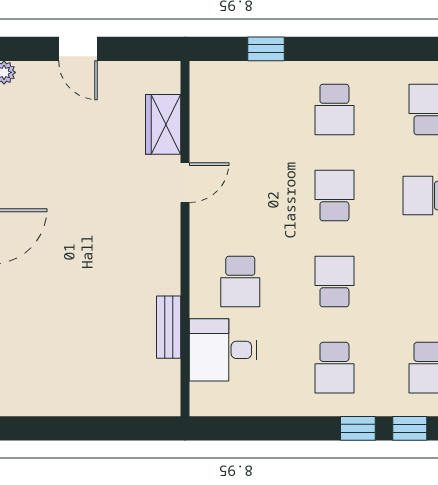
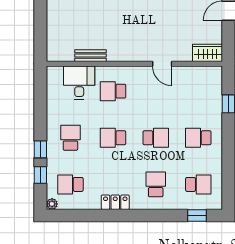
wardrobe: (163, 124) -> (208, 53), moved
school desk: (334, 282) -> (113, 138), turned 180
school desk: (334, 368) -> (70, 138), turned 90

